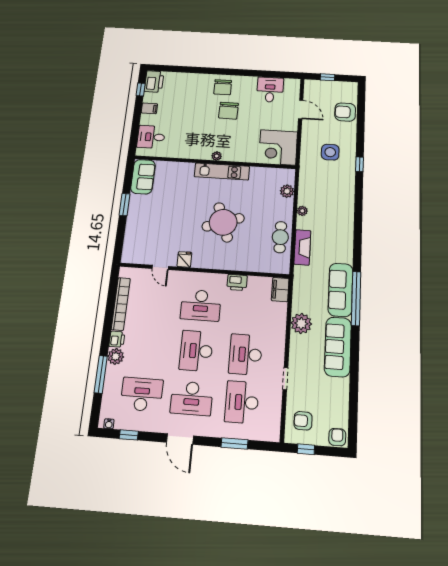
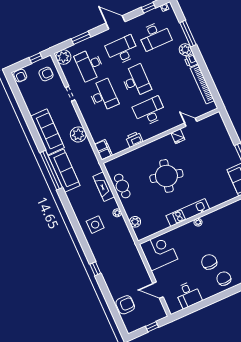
side table: (330, 152) -> (95, 225), moved
round table: (223, 222) -> (166, 176), turned 32
desk: (242, 402) -> (90, 65), turned 180
plant: (270, 431) -> (63, 57), added

